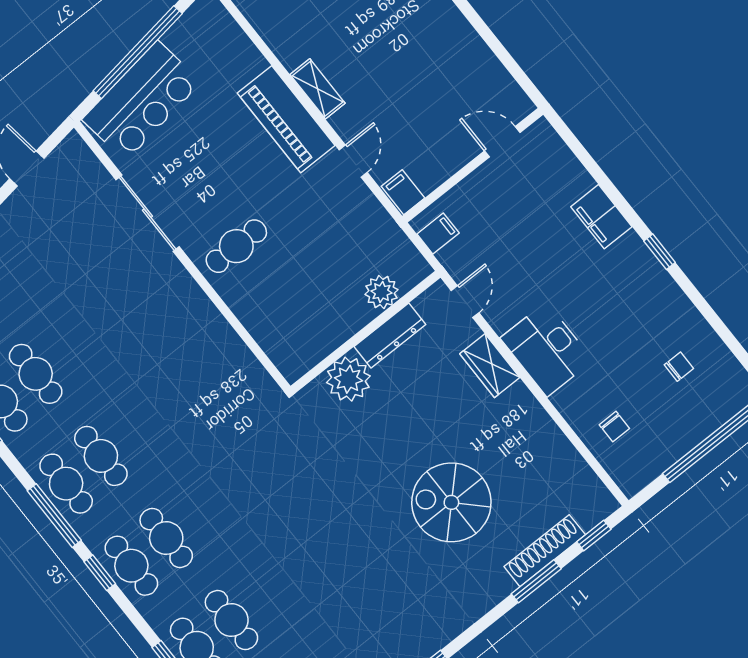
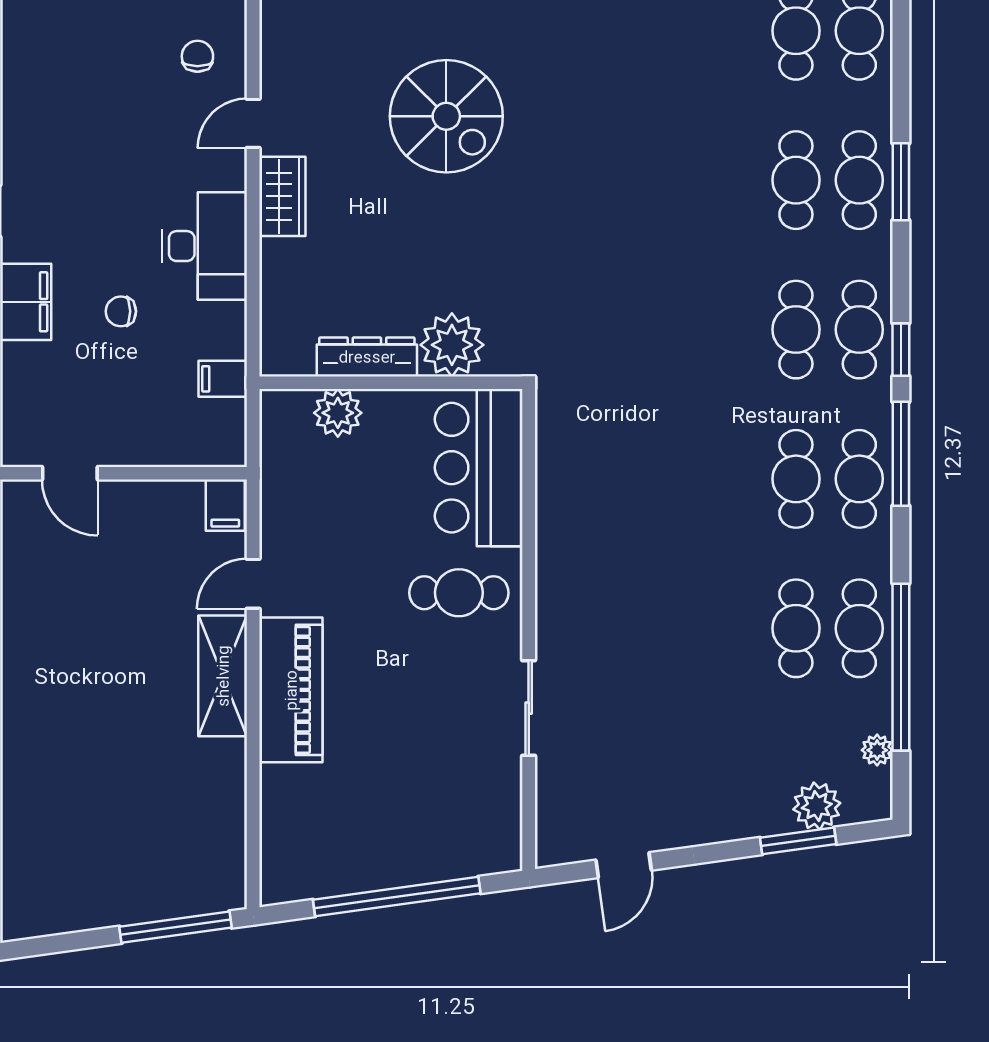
shelving: (318, 89) -> (223, 676), width x1.50, depth x1.33
bar counter: (142, 101) -> (479, 468), moved, turned -82
sliding door: (148, 213) -> (529, 708), width x0.73
filing cabinet: (438, 233) -> (223, 379), moved
door: (465, 302) -> (253, 123), moved
desk: (547, 349) -> (205, 246), moved
wardrobe: (490, 366) -> (282, 196), moved
chair: (679, 367) -> (121, 311), moved

